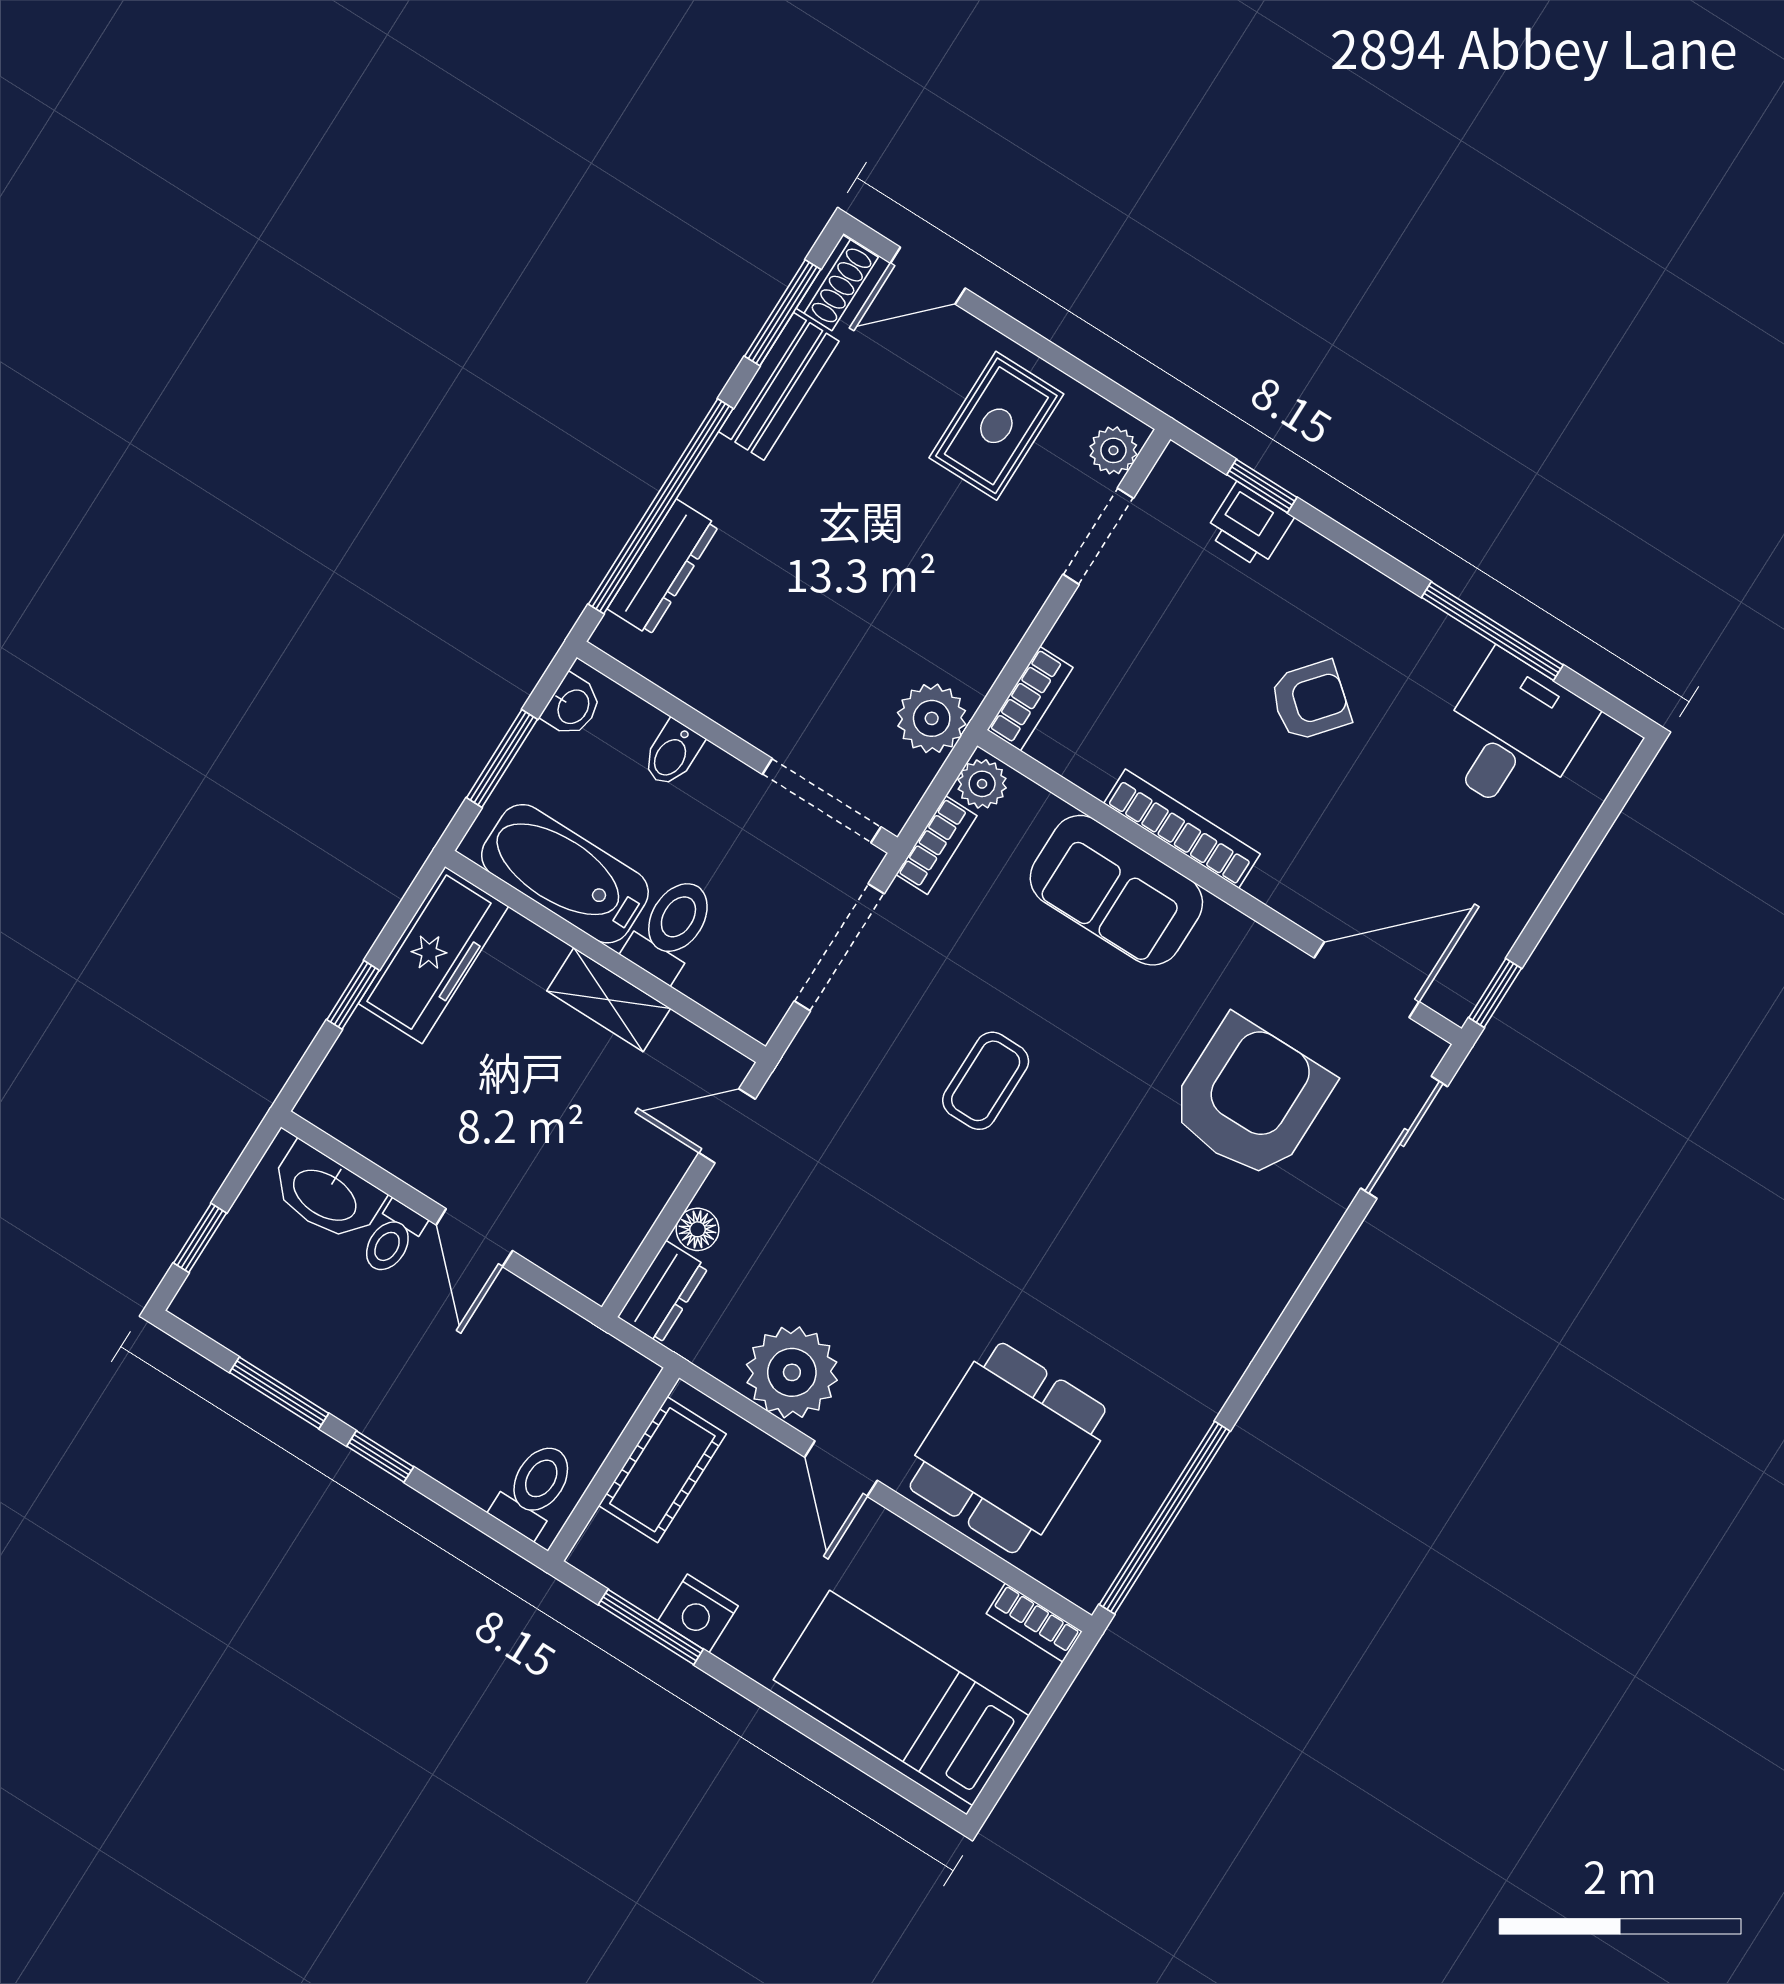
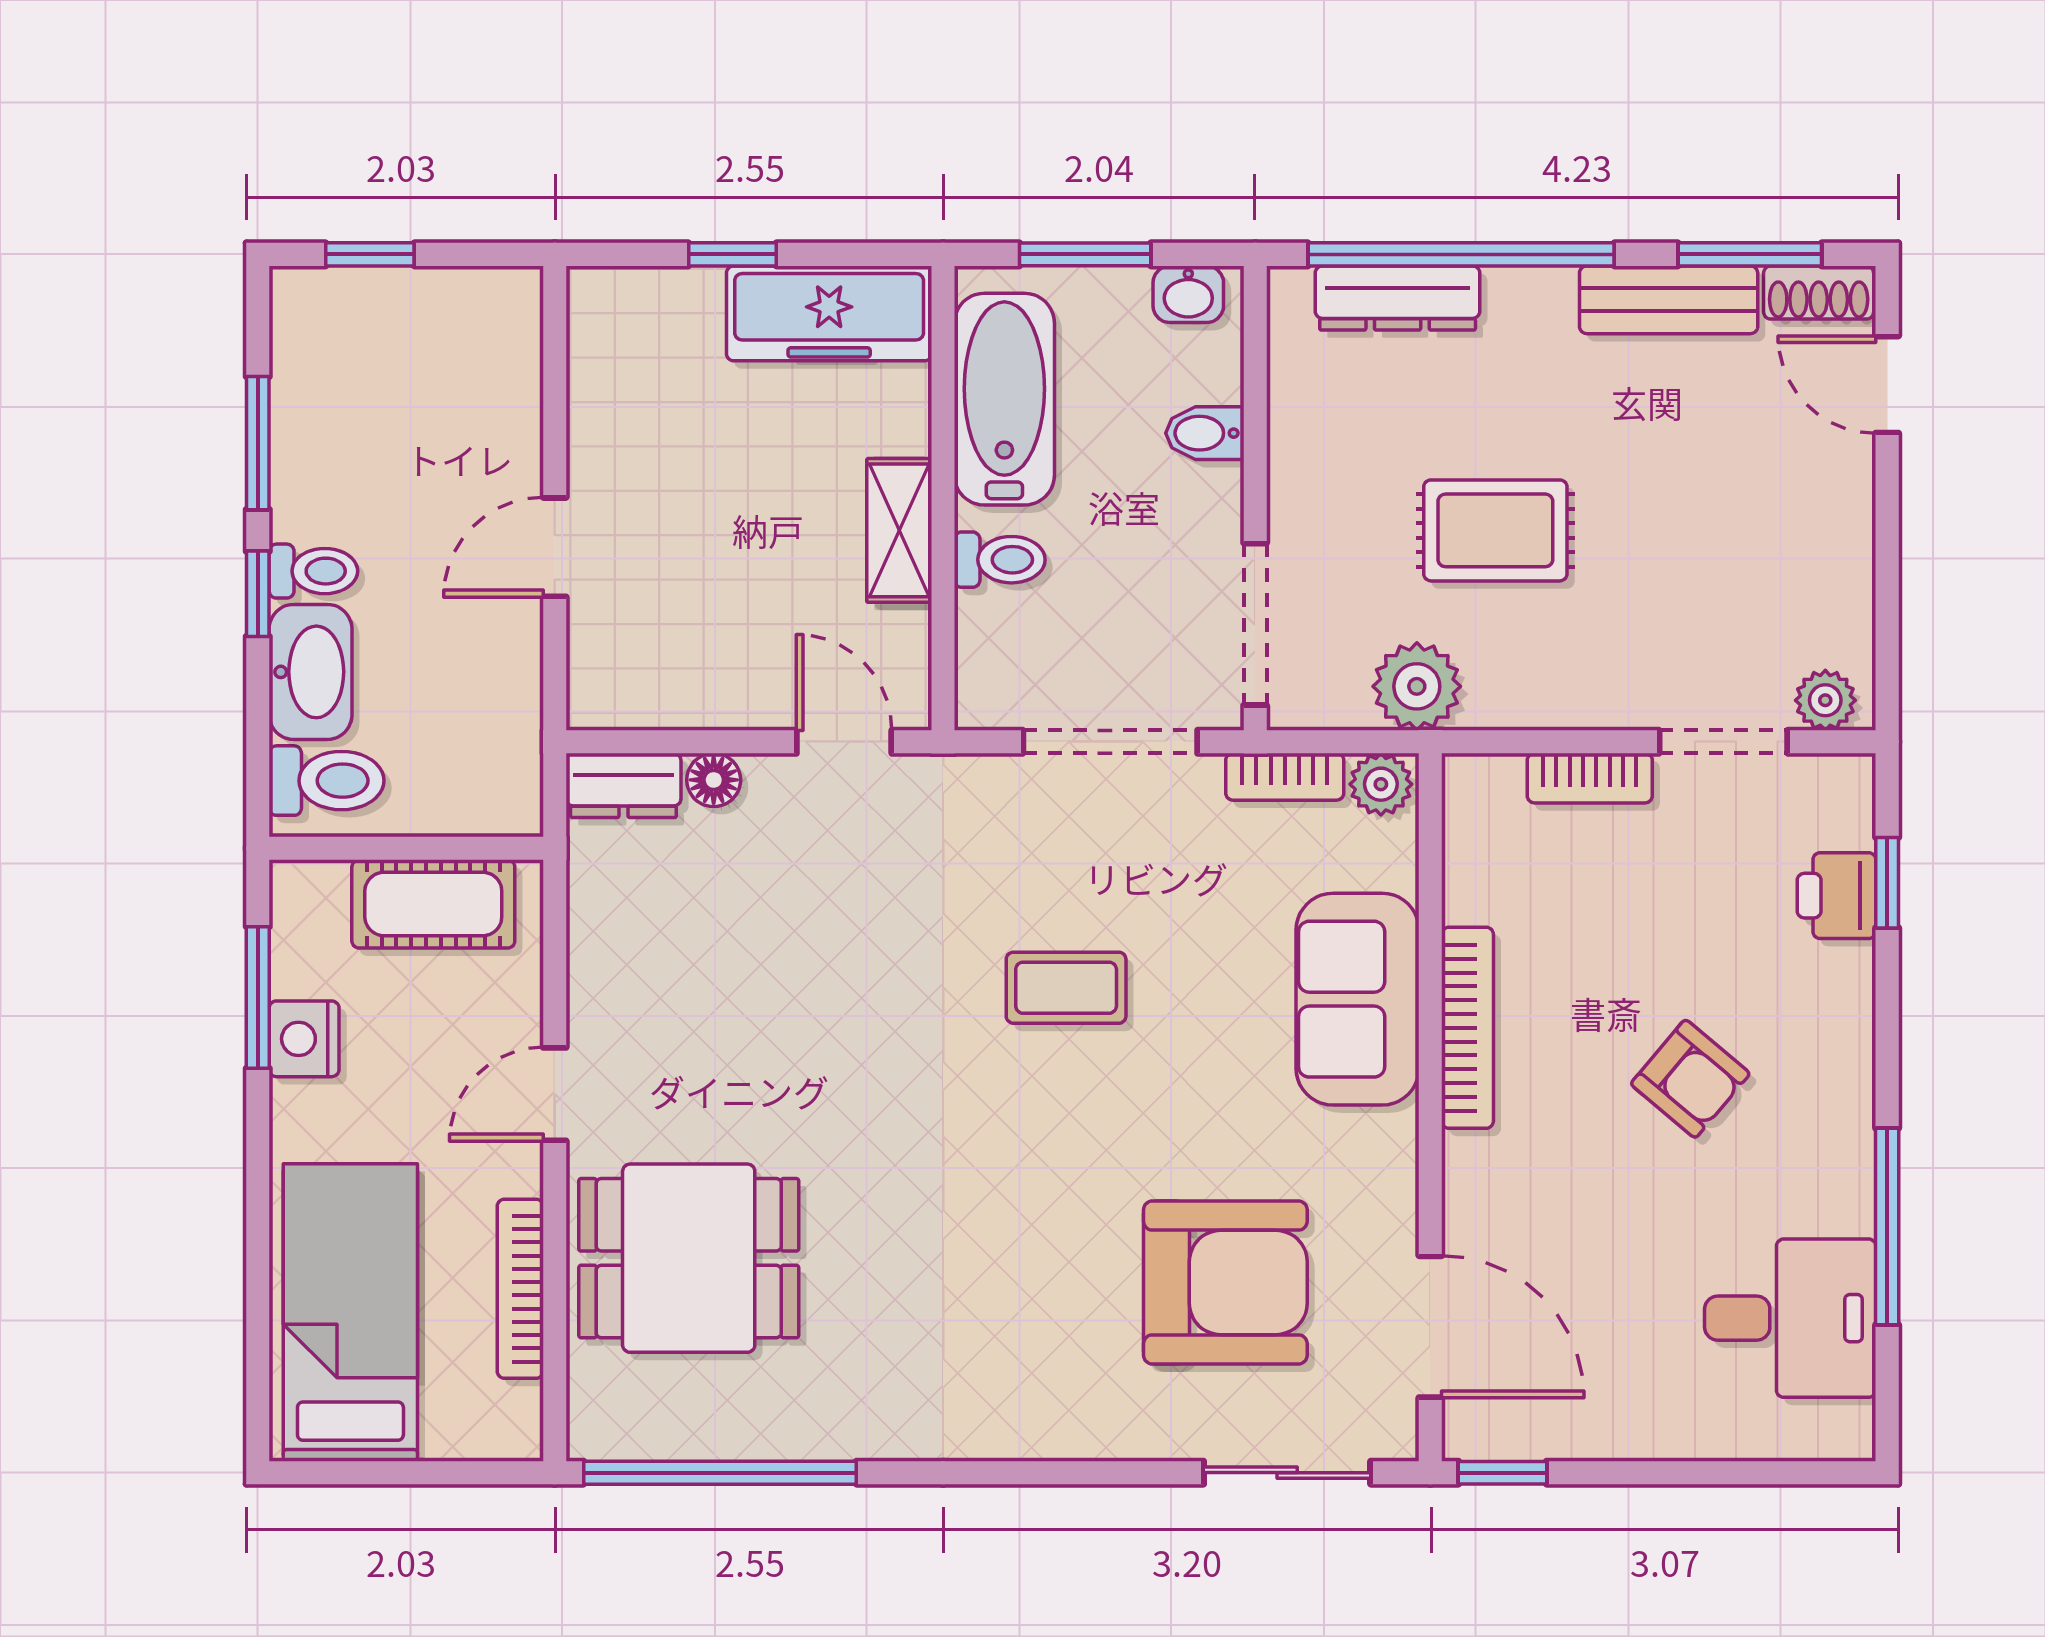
rug: (996, 426) -> (1495, 530), moved
bookcase: (1030, 699) -> (1590, 778), moved
toilet: (671, 929) -> (1000, 560), width x0.73, depth x0.72
washbasin: (326, 1194) -> (310, 672), moved, turned 180
toilet: (392, 1238) -> (313, 571), moved, turned 180
plant: (792, 1372) -> (624, 977), removed
bookcase: (1034, 1622) -> (520, 1289), moved, width x1.56

